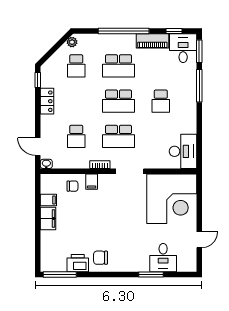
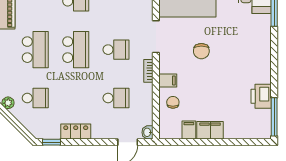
school desk: (118, 136) -> (116, 50), width x0.54
chair: (101, 258) -> (201, 51), moved

